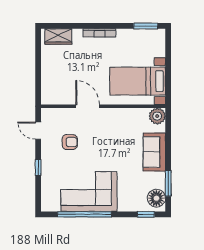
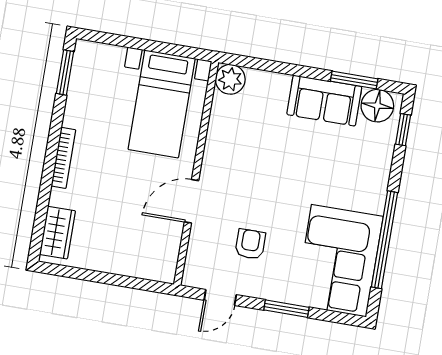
sofa: (154, 152) -> (324, 101), moved
window: (38, 168) -> (286, 309), width x1.50
corner sofa: (89, 192) -> (339, 261), moved

